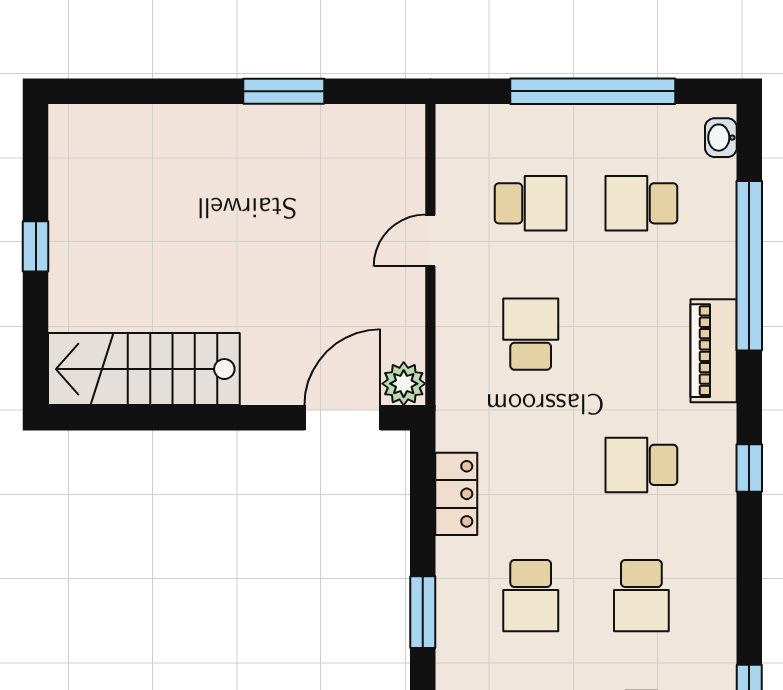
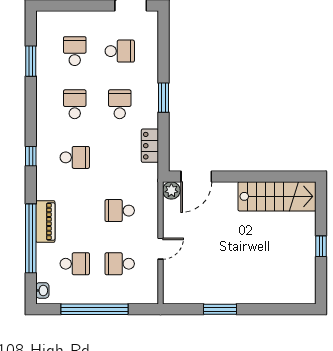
school desk: (531, 334) -> (120, 211), turned 90
piano: (714, 351) -> (45, 222), moved

